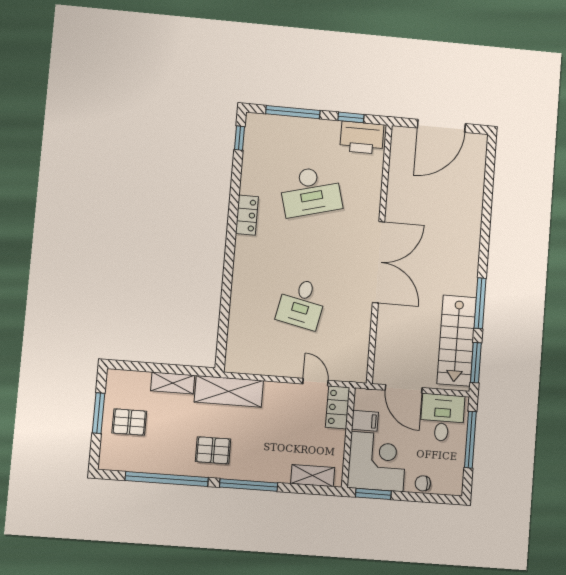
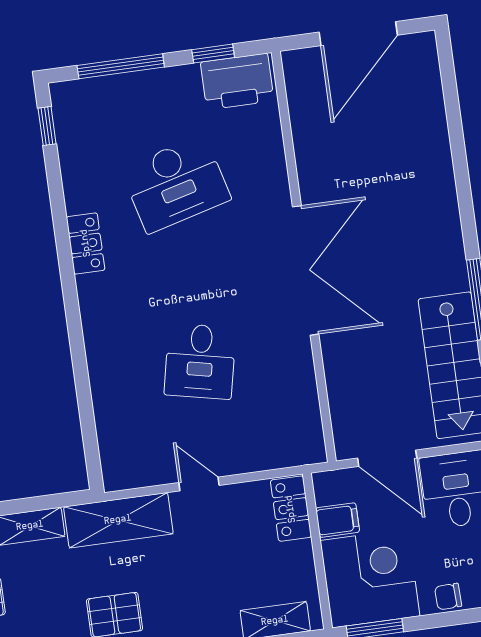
door: (315, 382) -> (199, 484), moved

